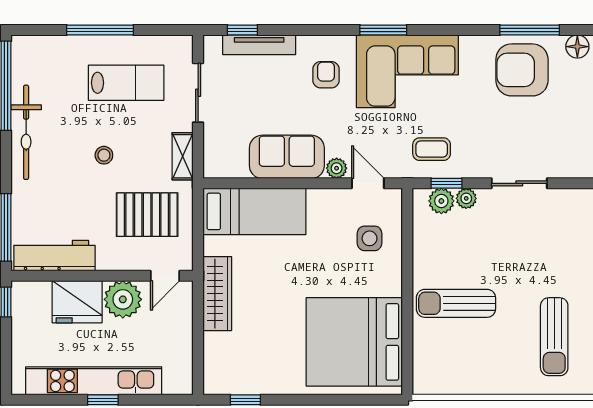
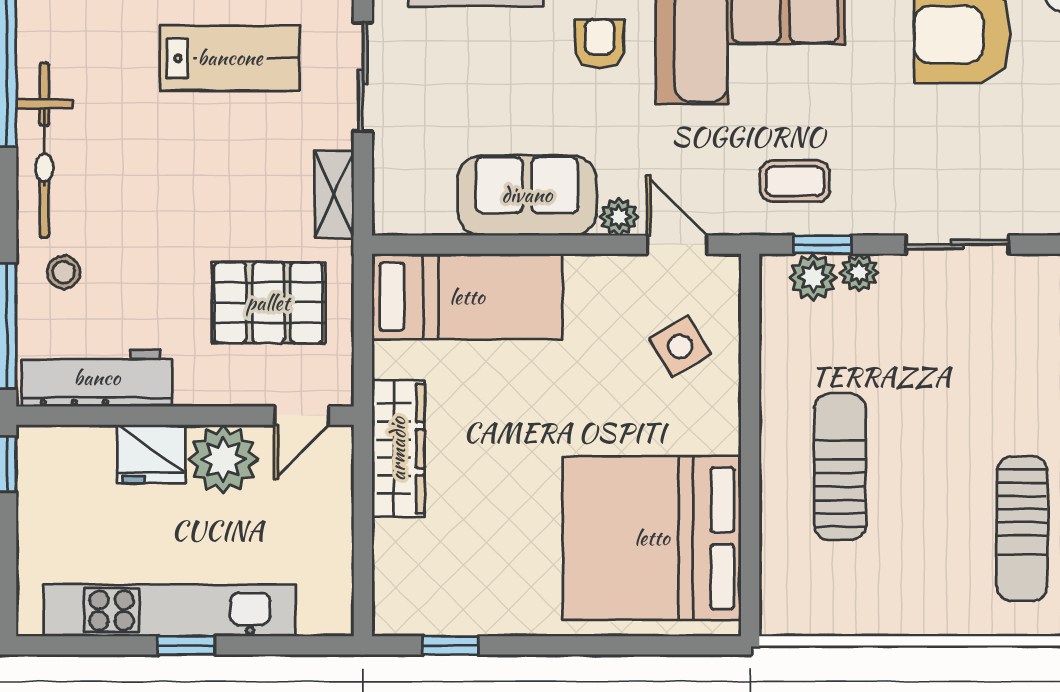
stool: (104, 155) -> (64, 272), moved
side table: (370, 238) -> (680, 346), turned -31
fridge: (77, 302) -> (151, 454), width x0.73, depth x0.75
sun lounger: (456, 303) -> (840, 467), turned 90

